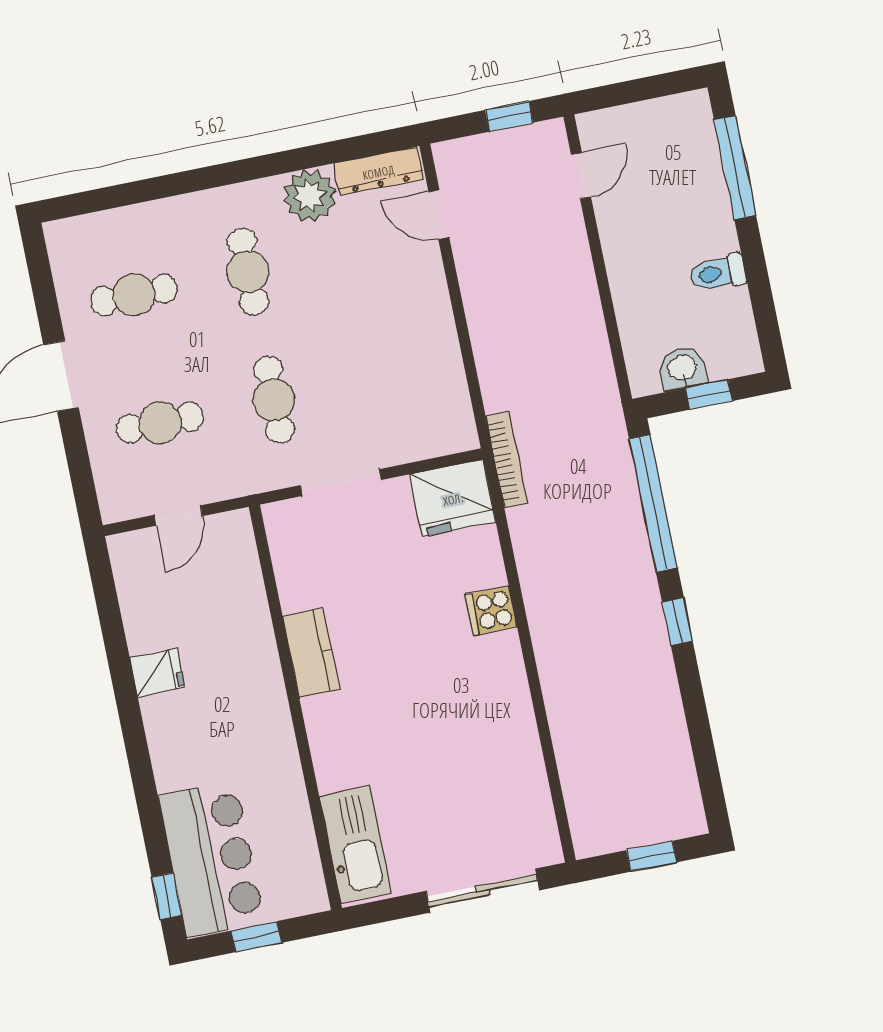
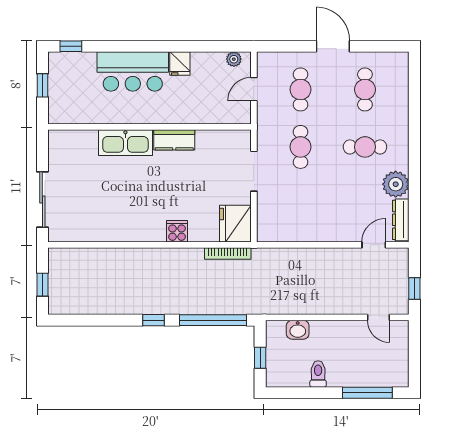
washbasin: (682, 369) -> (298, 330), moved, turned 90
cafe table: (274, 400) -> (301, 147), turned 90
bookcase: (507, 460) -> (228, 254), moved
door: (178, 516) -> (254, 89), hinge flipped
plant: (127, 568) -> (234, 59), added
kitchen sink: (356, 844) -> (125, 143), moved
bar counter: (212, 859) -> (133, 72), moved

